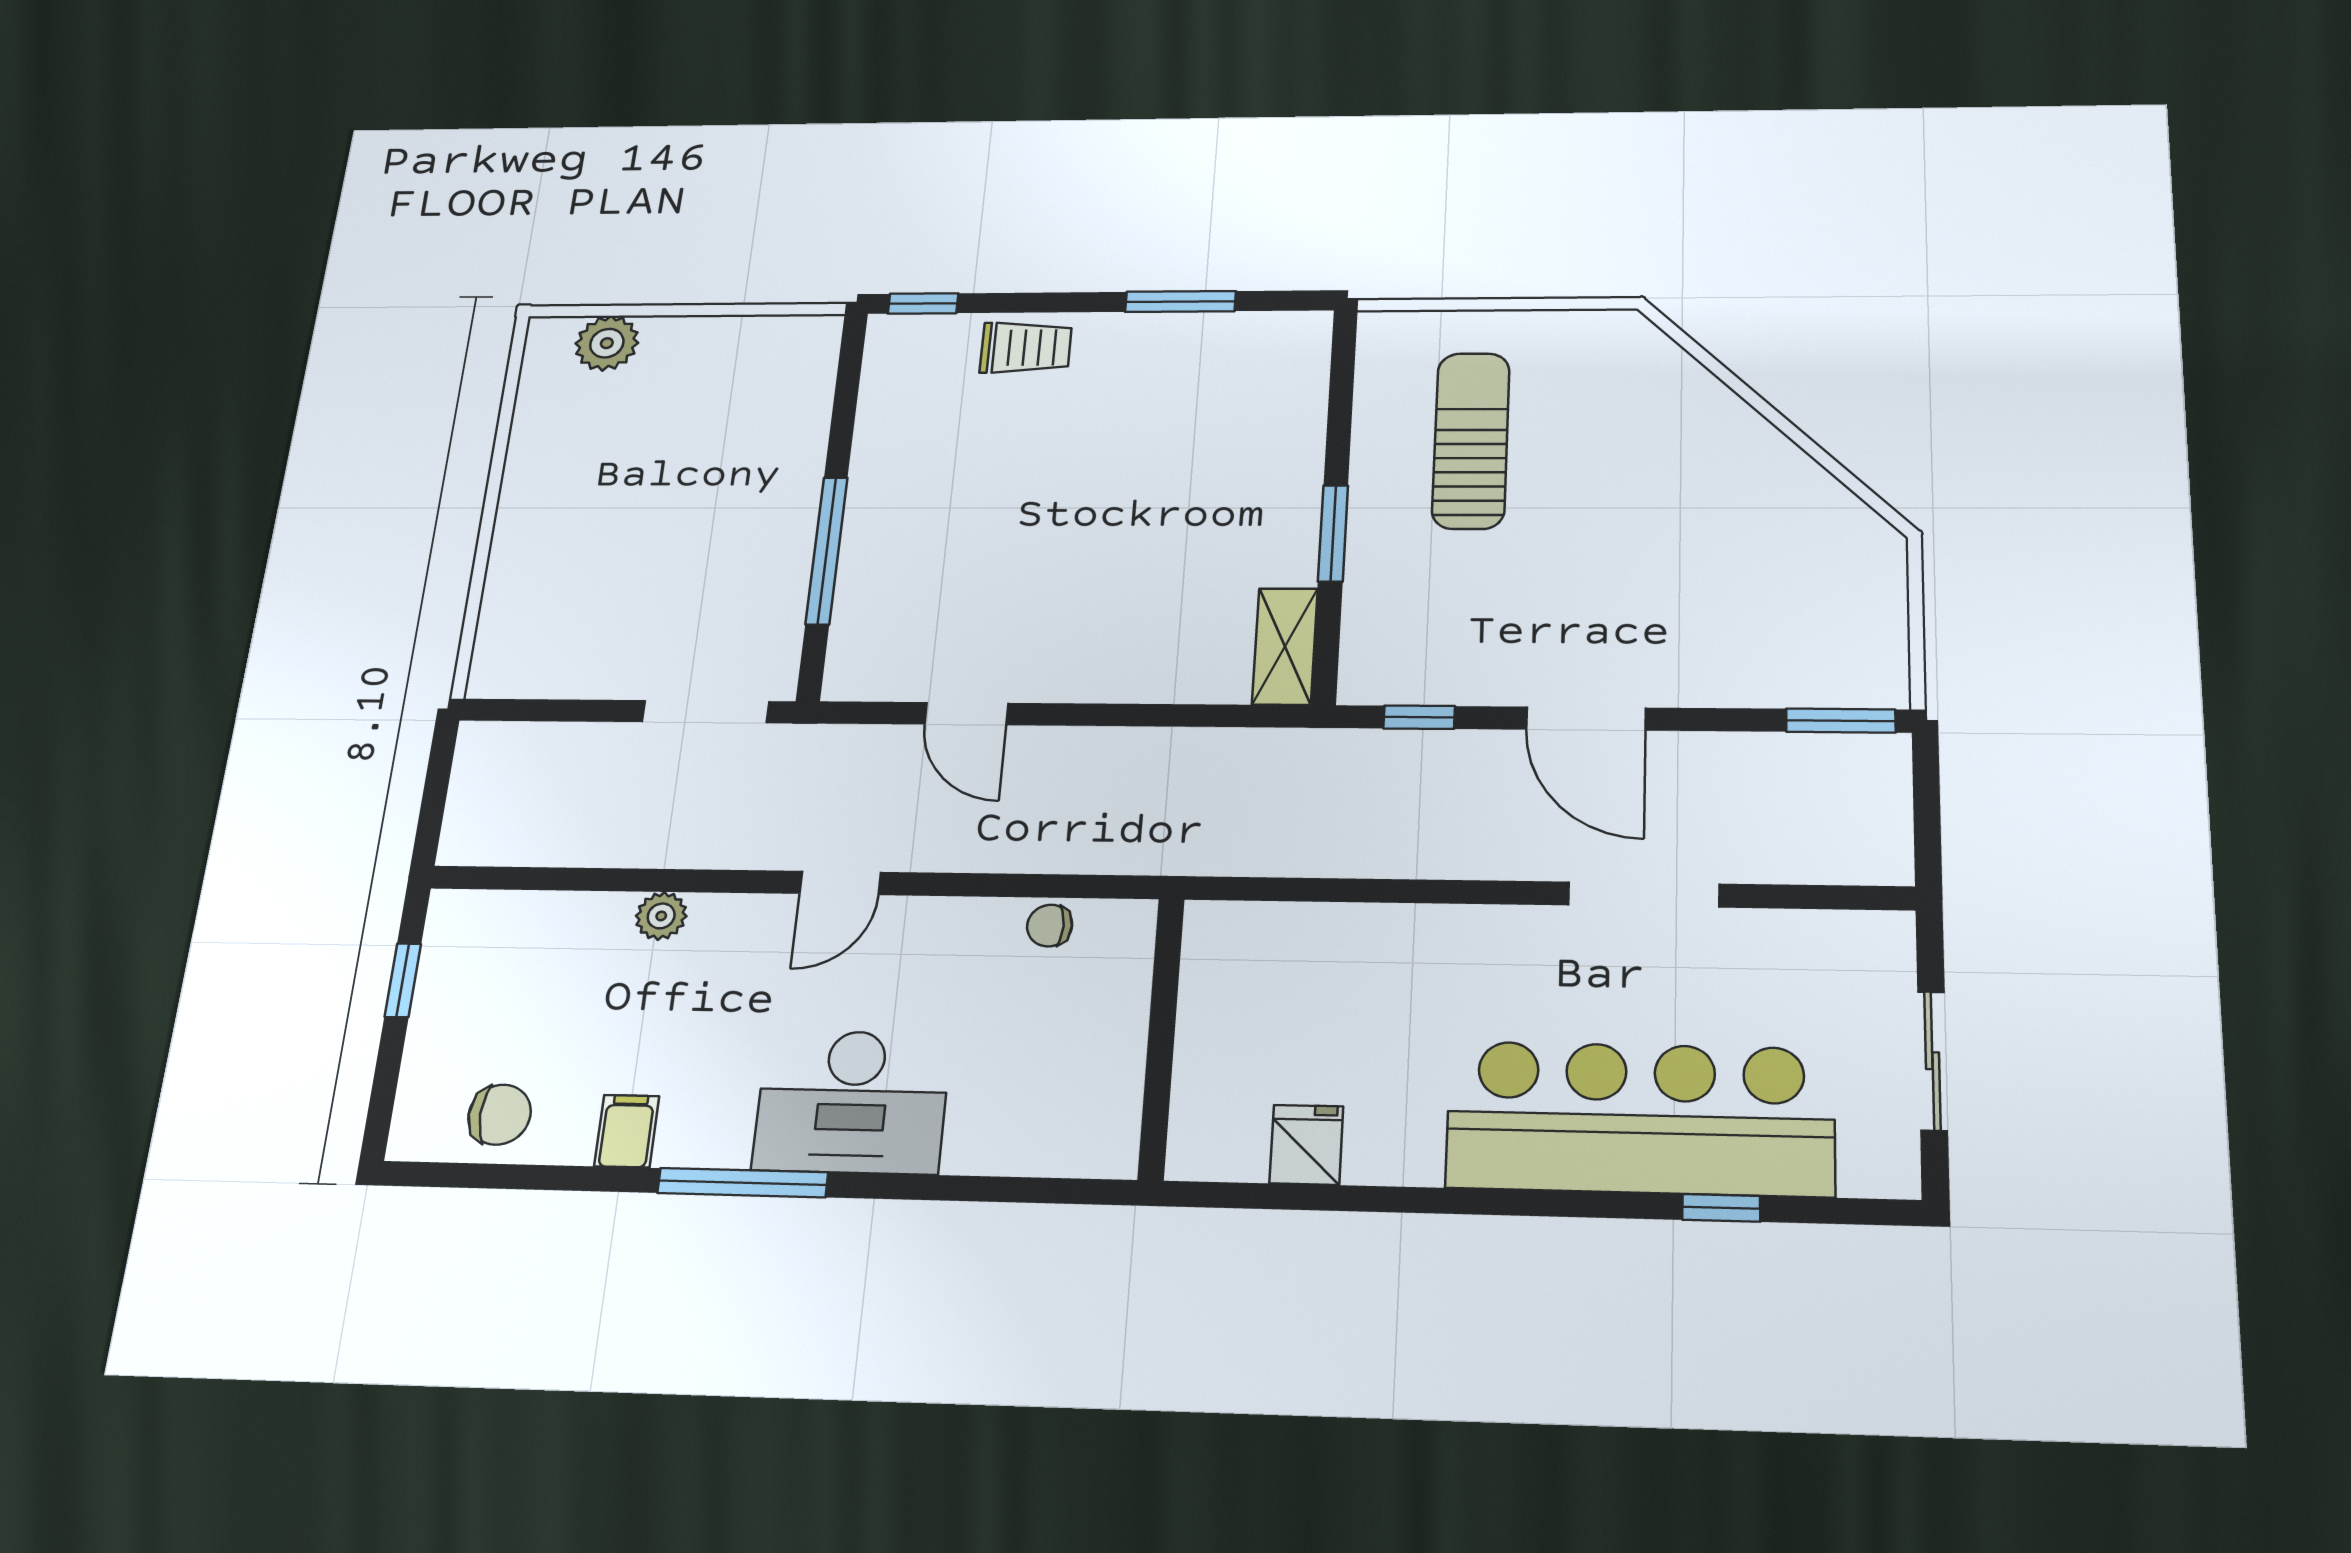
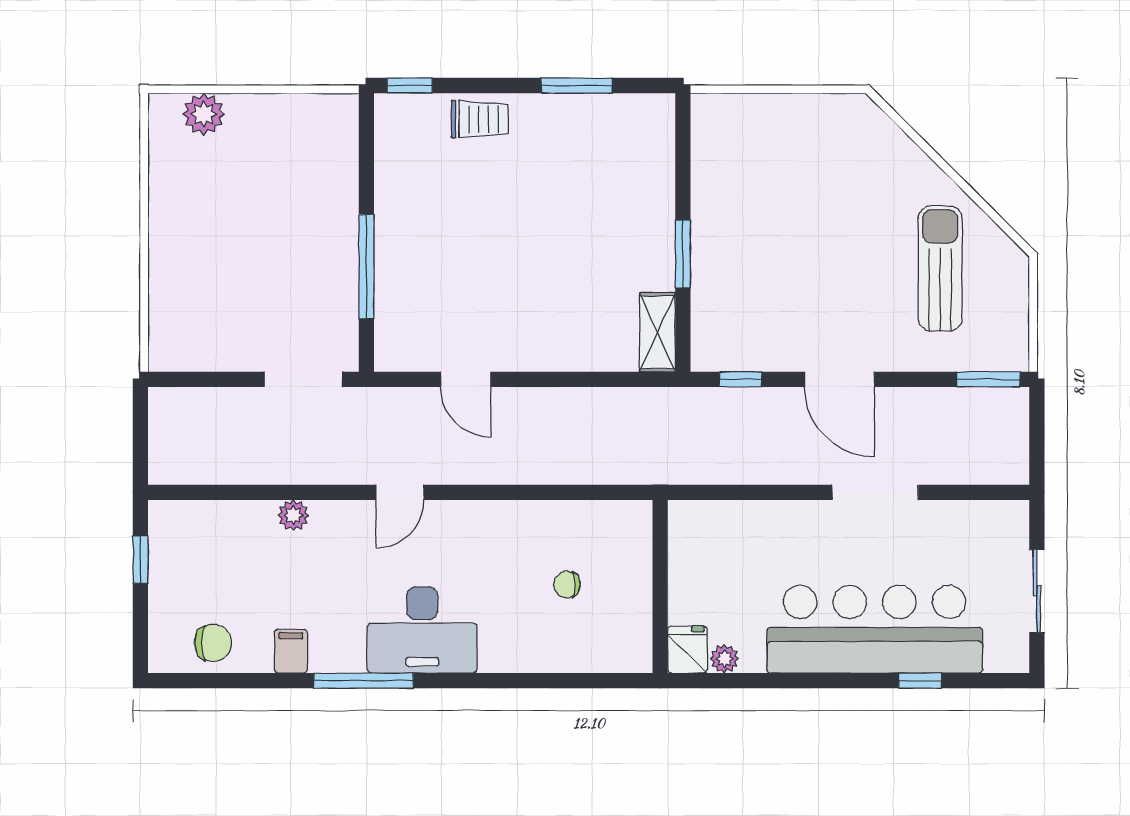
sun lounger: (1471, 440) -> (940, 268), moved
chair: (1050, 926) -> (567, 585), moved
wall: (1161, 1037) -> (660, 586), moved
plant: (1371, 1162) -> (725, 659), added

